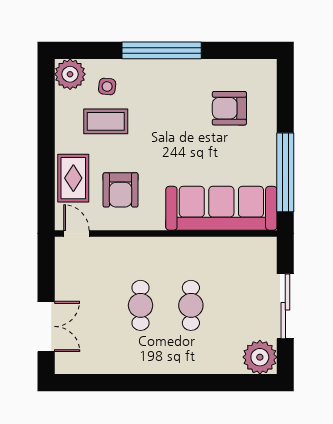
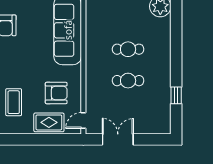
double door: (46, 326) -> (118, 139), moved
window: (117, 383) -> (176, 95), added

